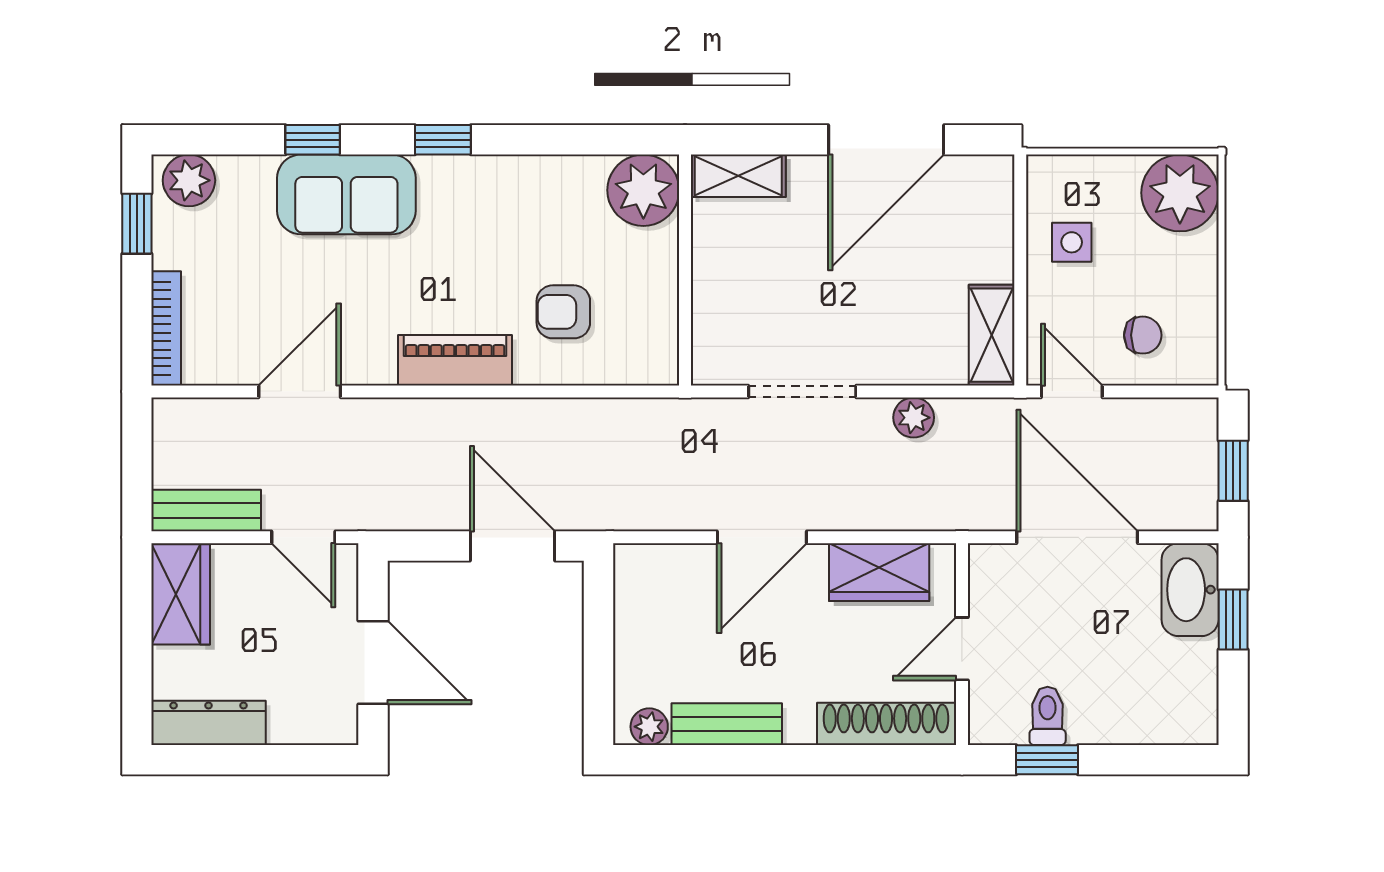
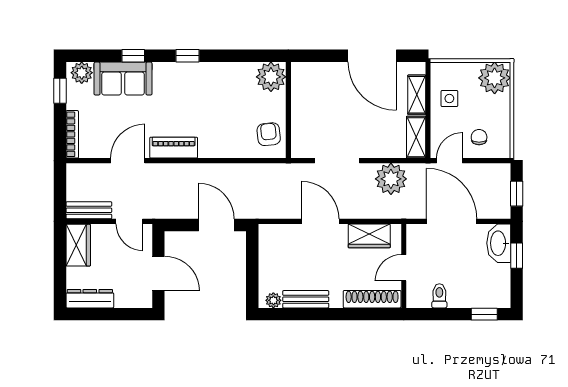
door: (886, 140) -> (372, 56), hinge flipped
shelving: (738, 176) -> (417, 95), moved, turned 90
sofa: (346, 194) -> (123, 79), moved
armchair: (563, 312) -> (269, 134), moved, turned 84
chair: (1143, 335) -> (479, 137), turned -90
piano: (455, 360) -> (174, 148), moved
door: (1072, 391) -> (449, 161), hinge flipped
plant: (914, 418) -> (391, 179), width x1.87, depth x1.87
door: (762, 537) -> (320, 221), swing flipped
window: (1047, 760) -> (484, 314), moved

